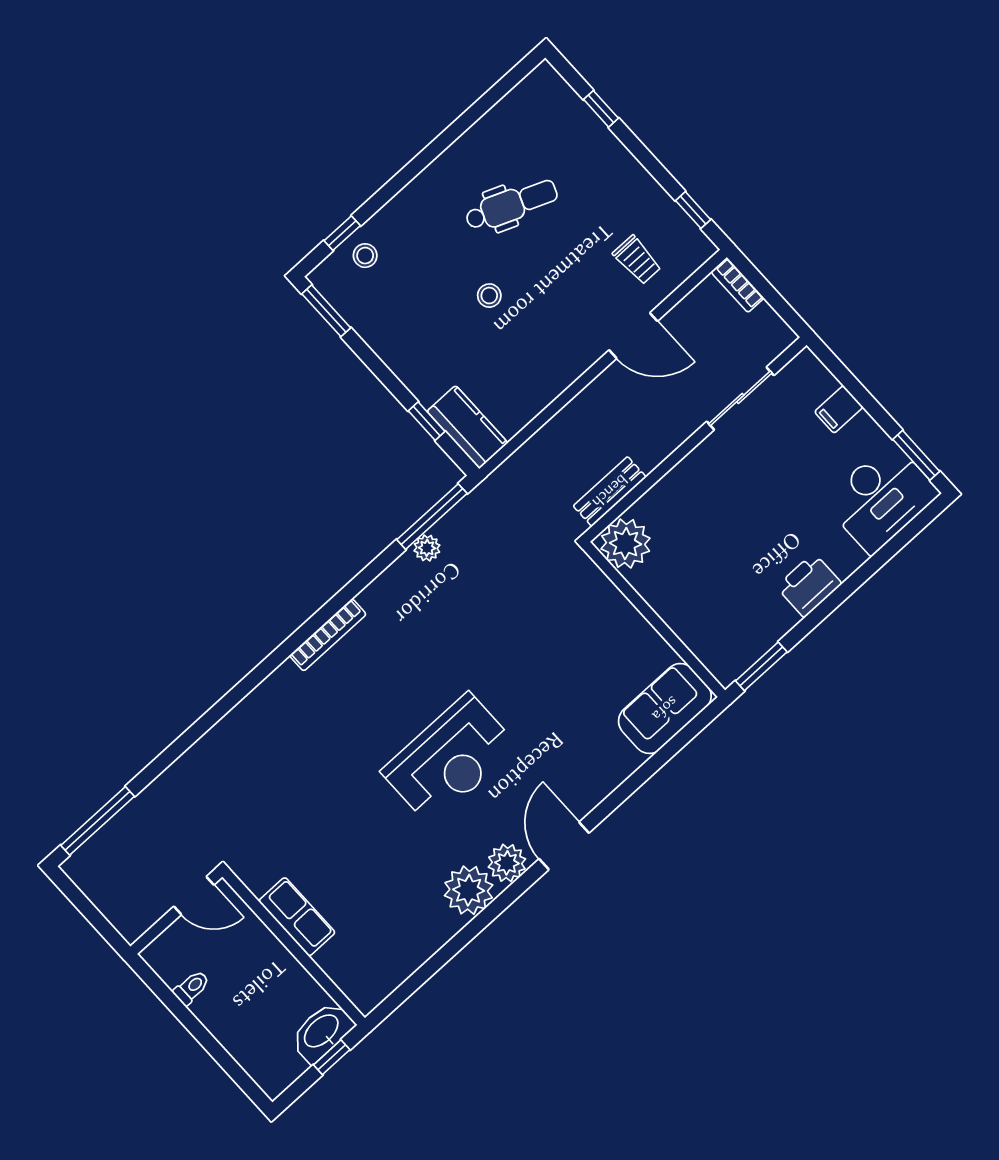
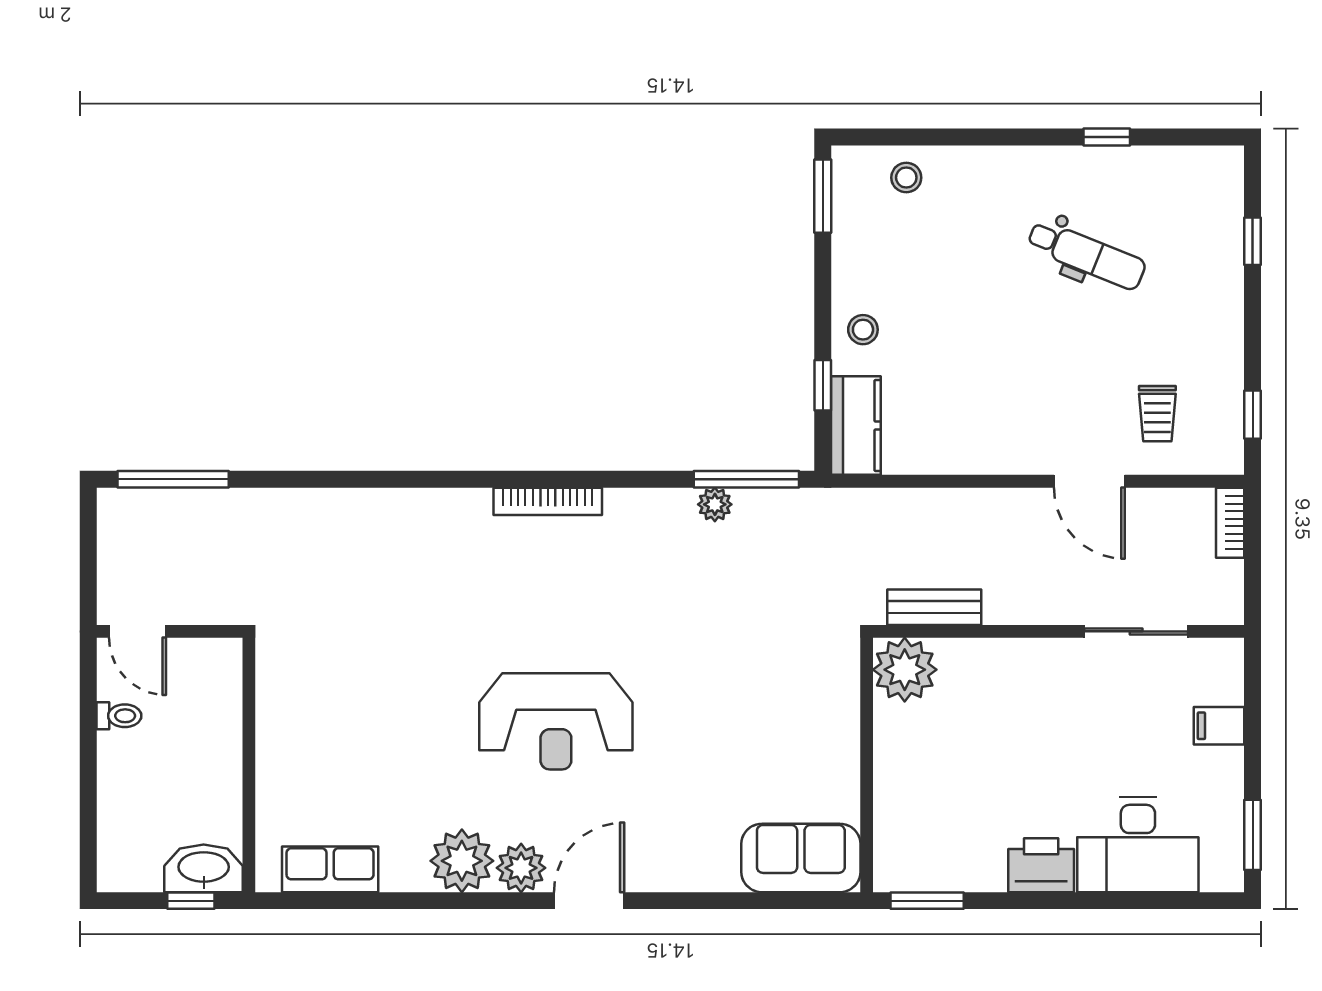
window: (342, 233) -> (1107, 137), moved
stool: (489, 296) -> (863, 330), moved
desk: (881, 498) -> (1138, 845), moved
door: (194, 896) -> (138, 631), moved
row of seats: (297, 917) -> (330, 869), moved, turned -90

